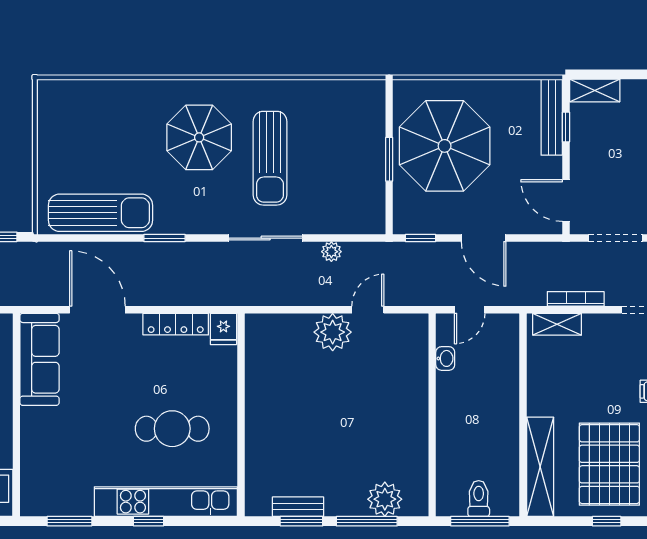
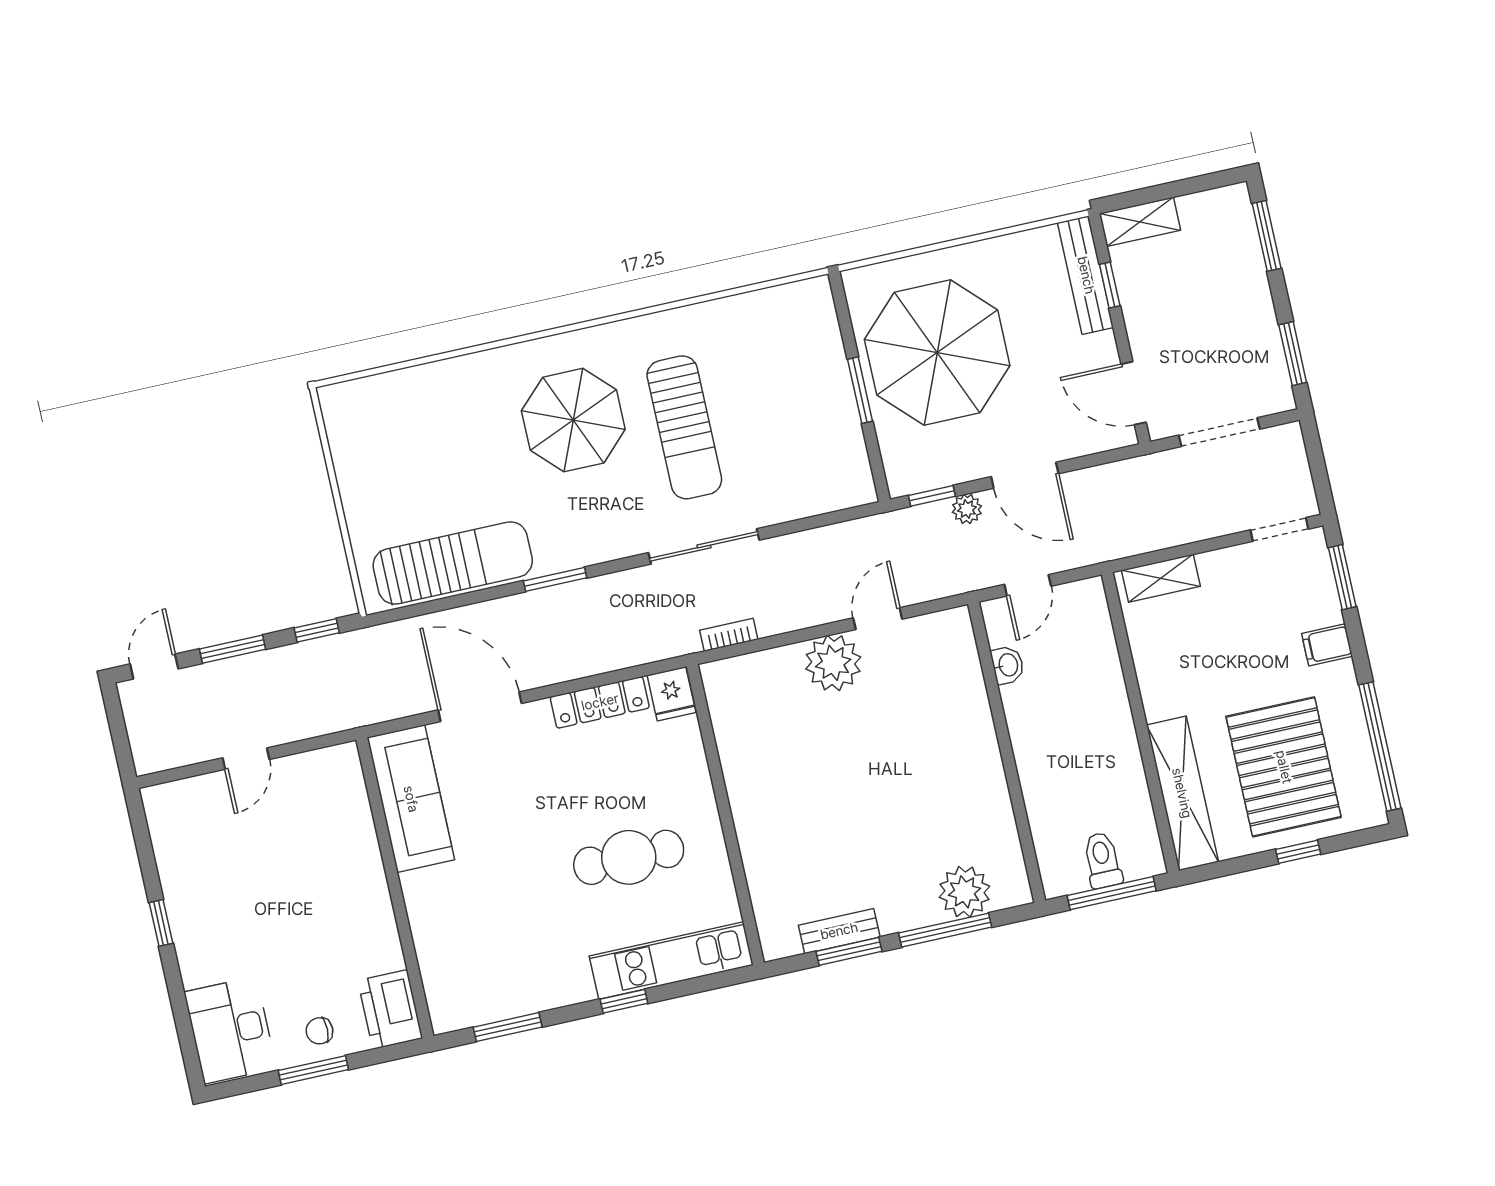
plant: (331, 252) -> (967, 509), moved
bookcase: (576, 299) -> (729, 635), moved, width x0.64
kitchen unit: (166, 502) -> (671, 961), width x0.73

